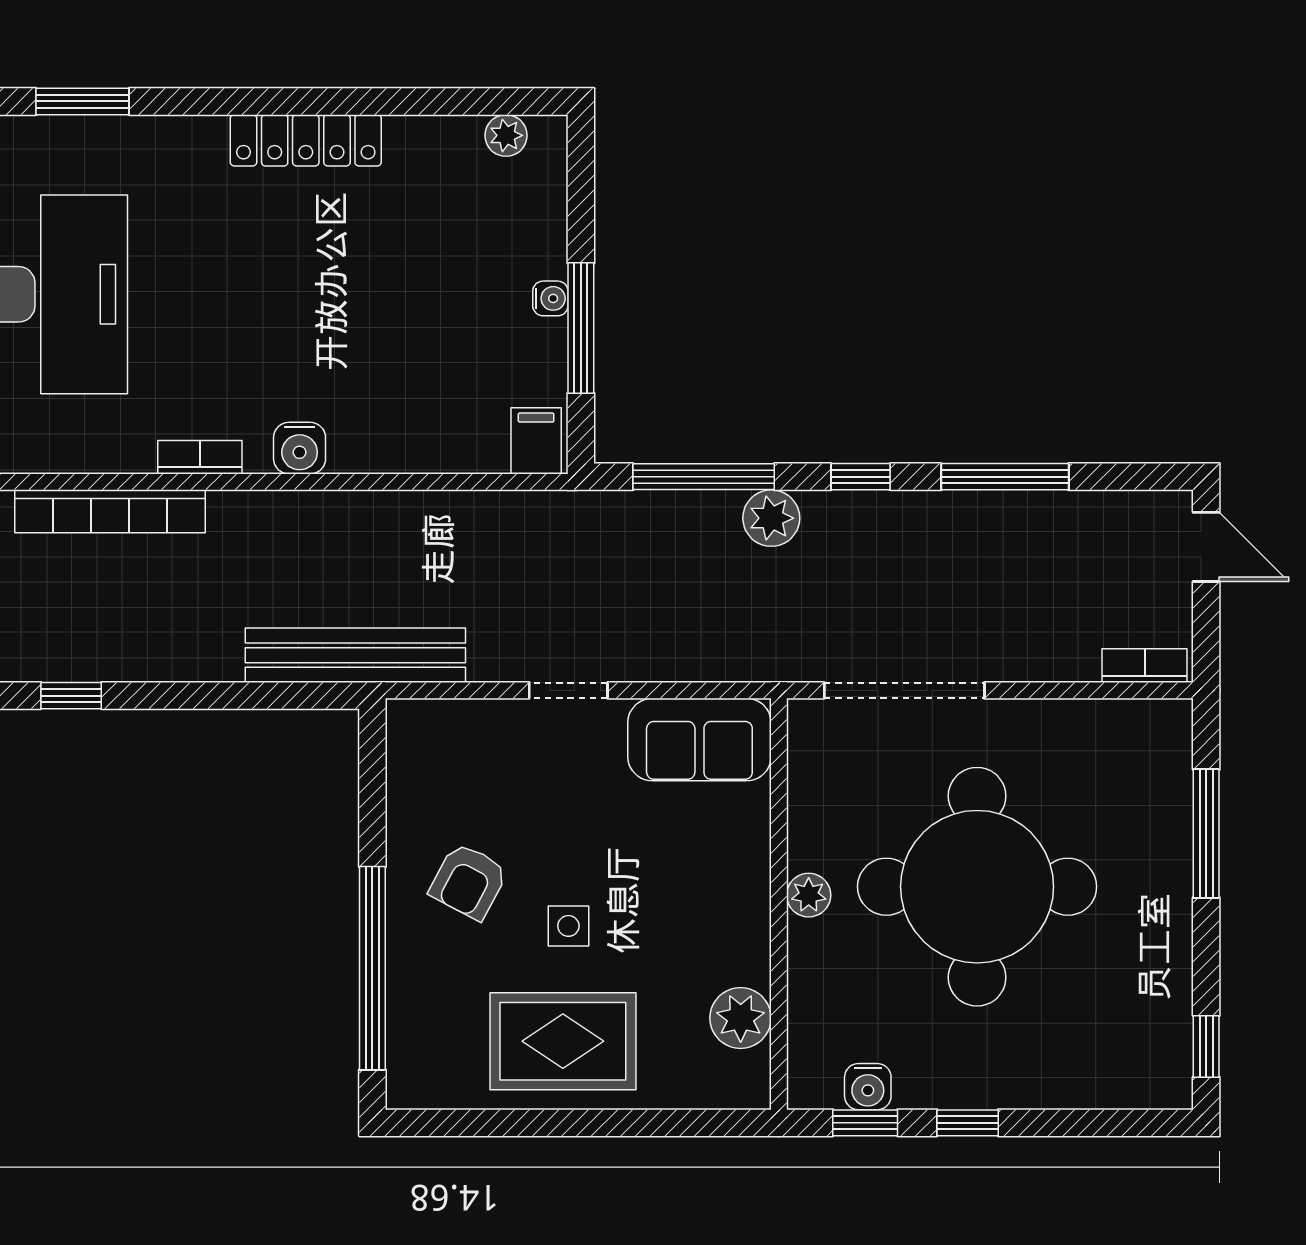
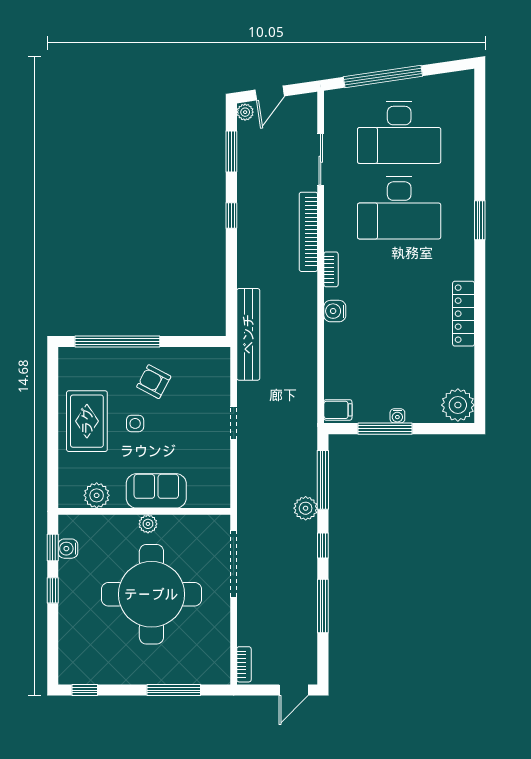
plant: (506, 135) -> (458, 405), width x1.88, depth x1.88
sofa: (699, 740) -> (156, 491), moved, turned 90

